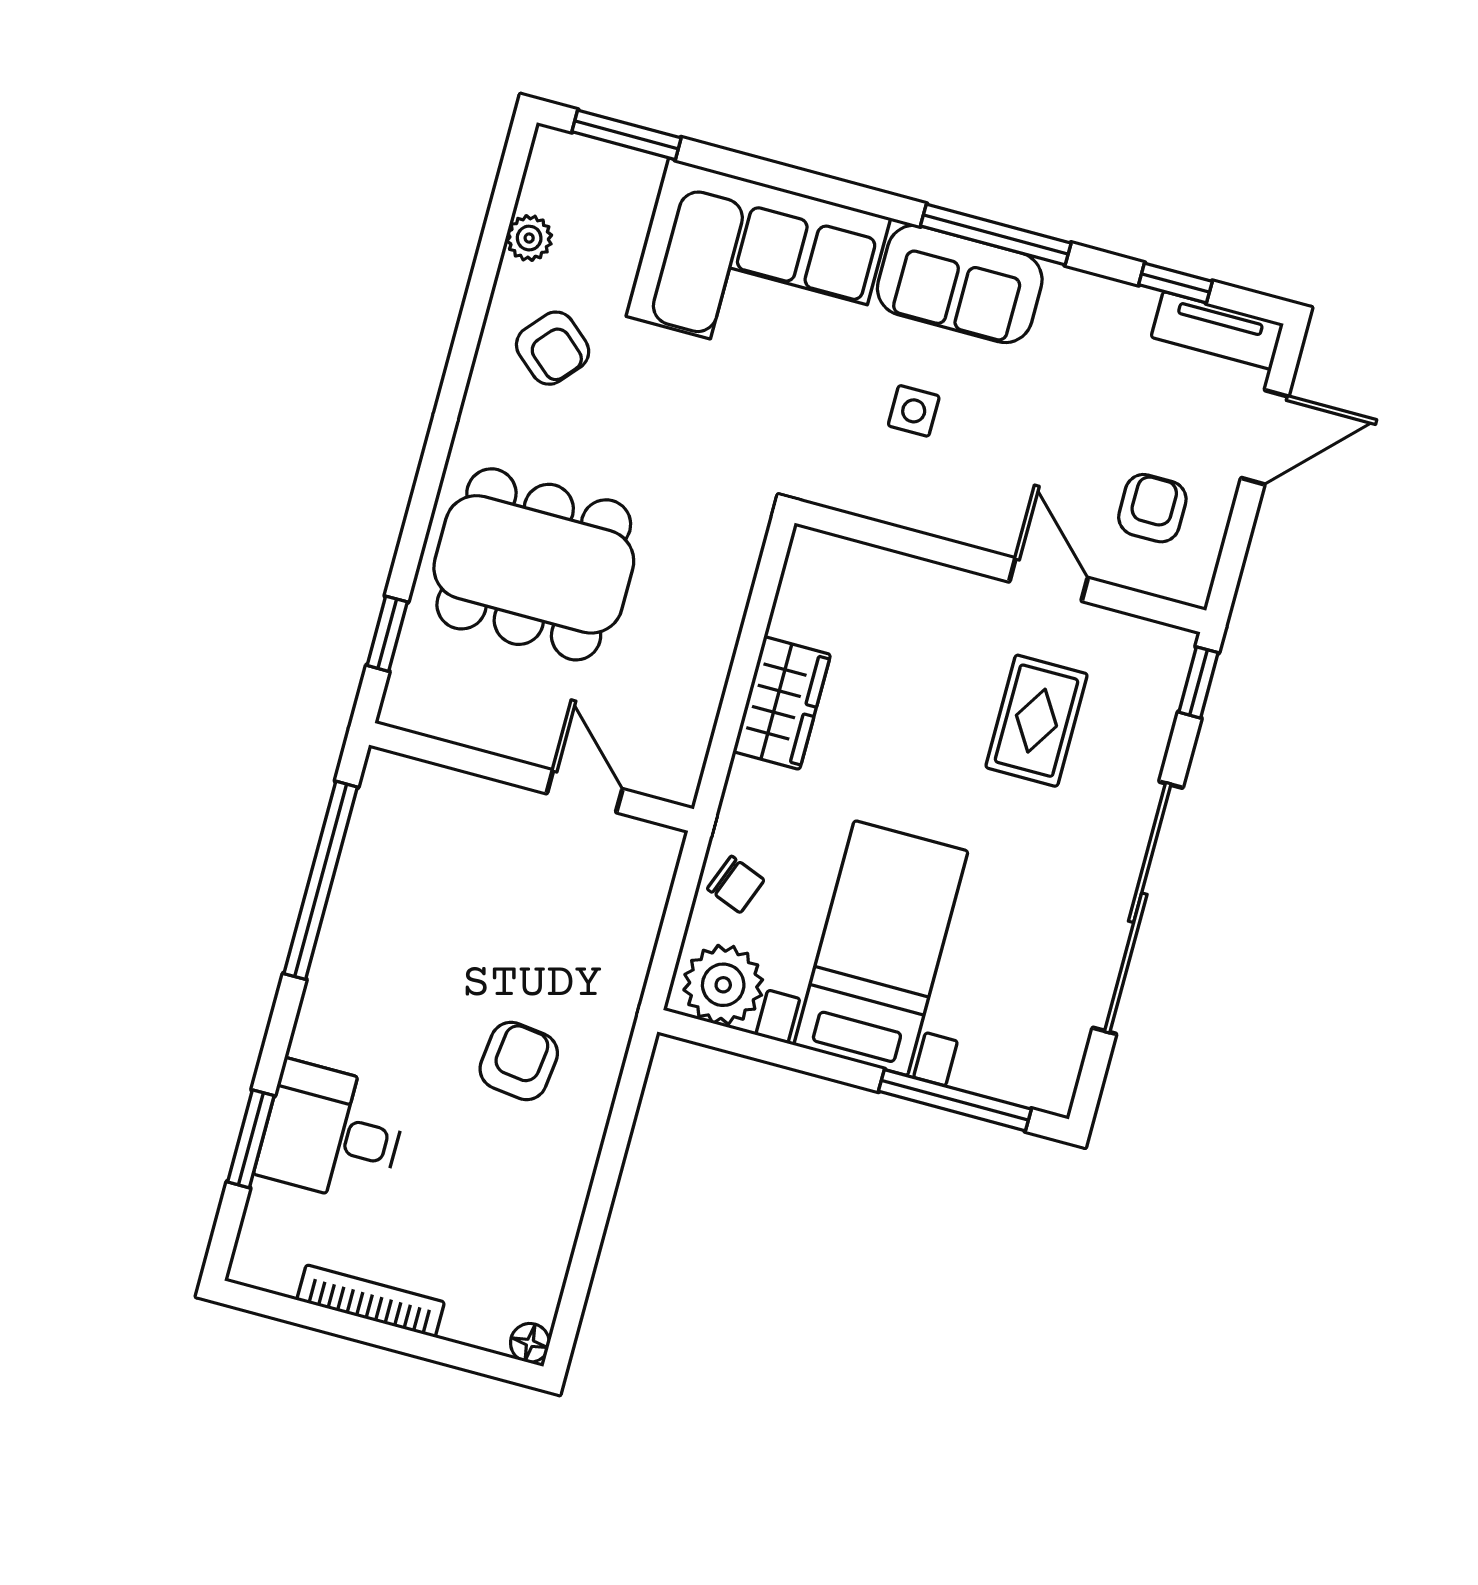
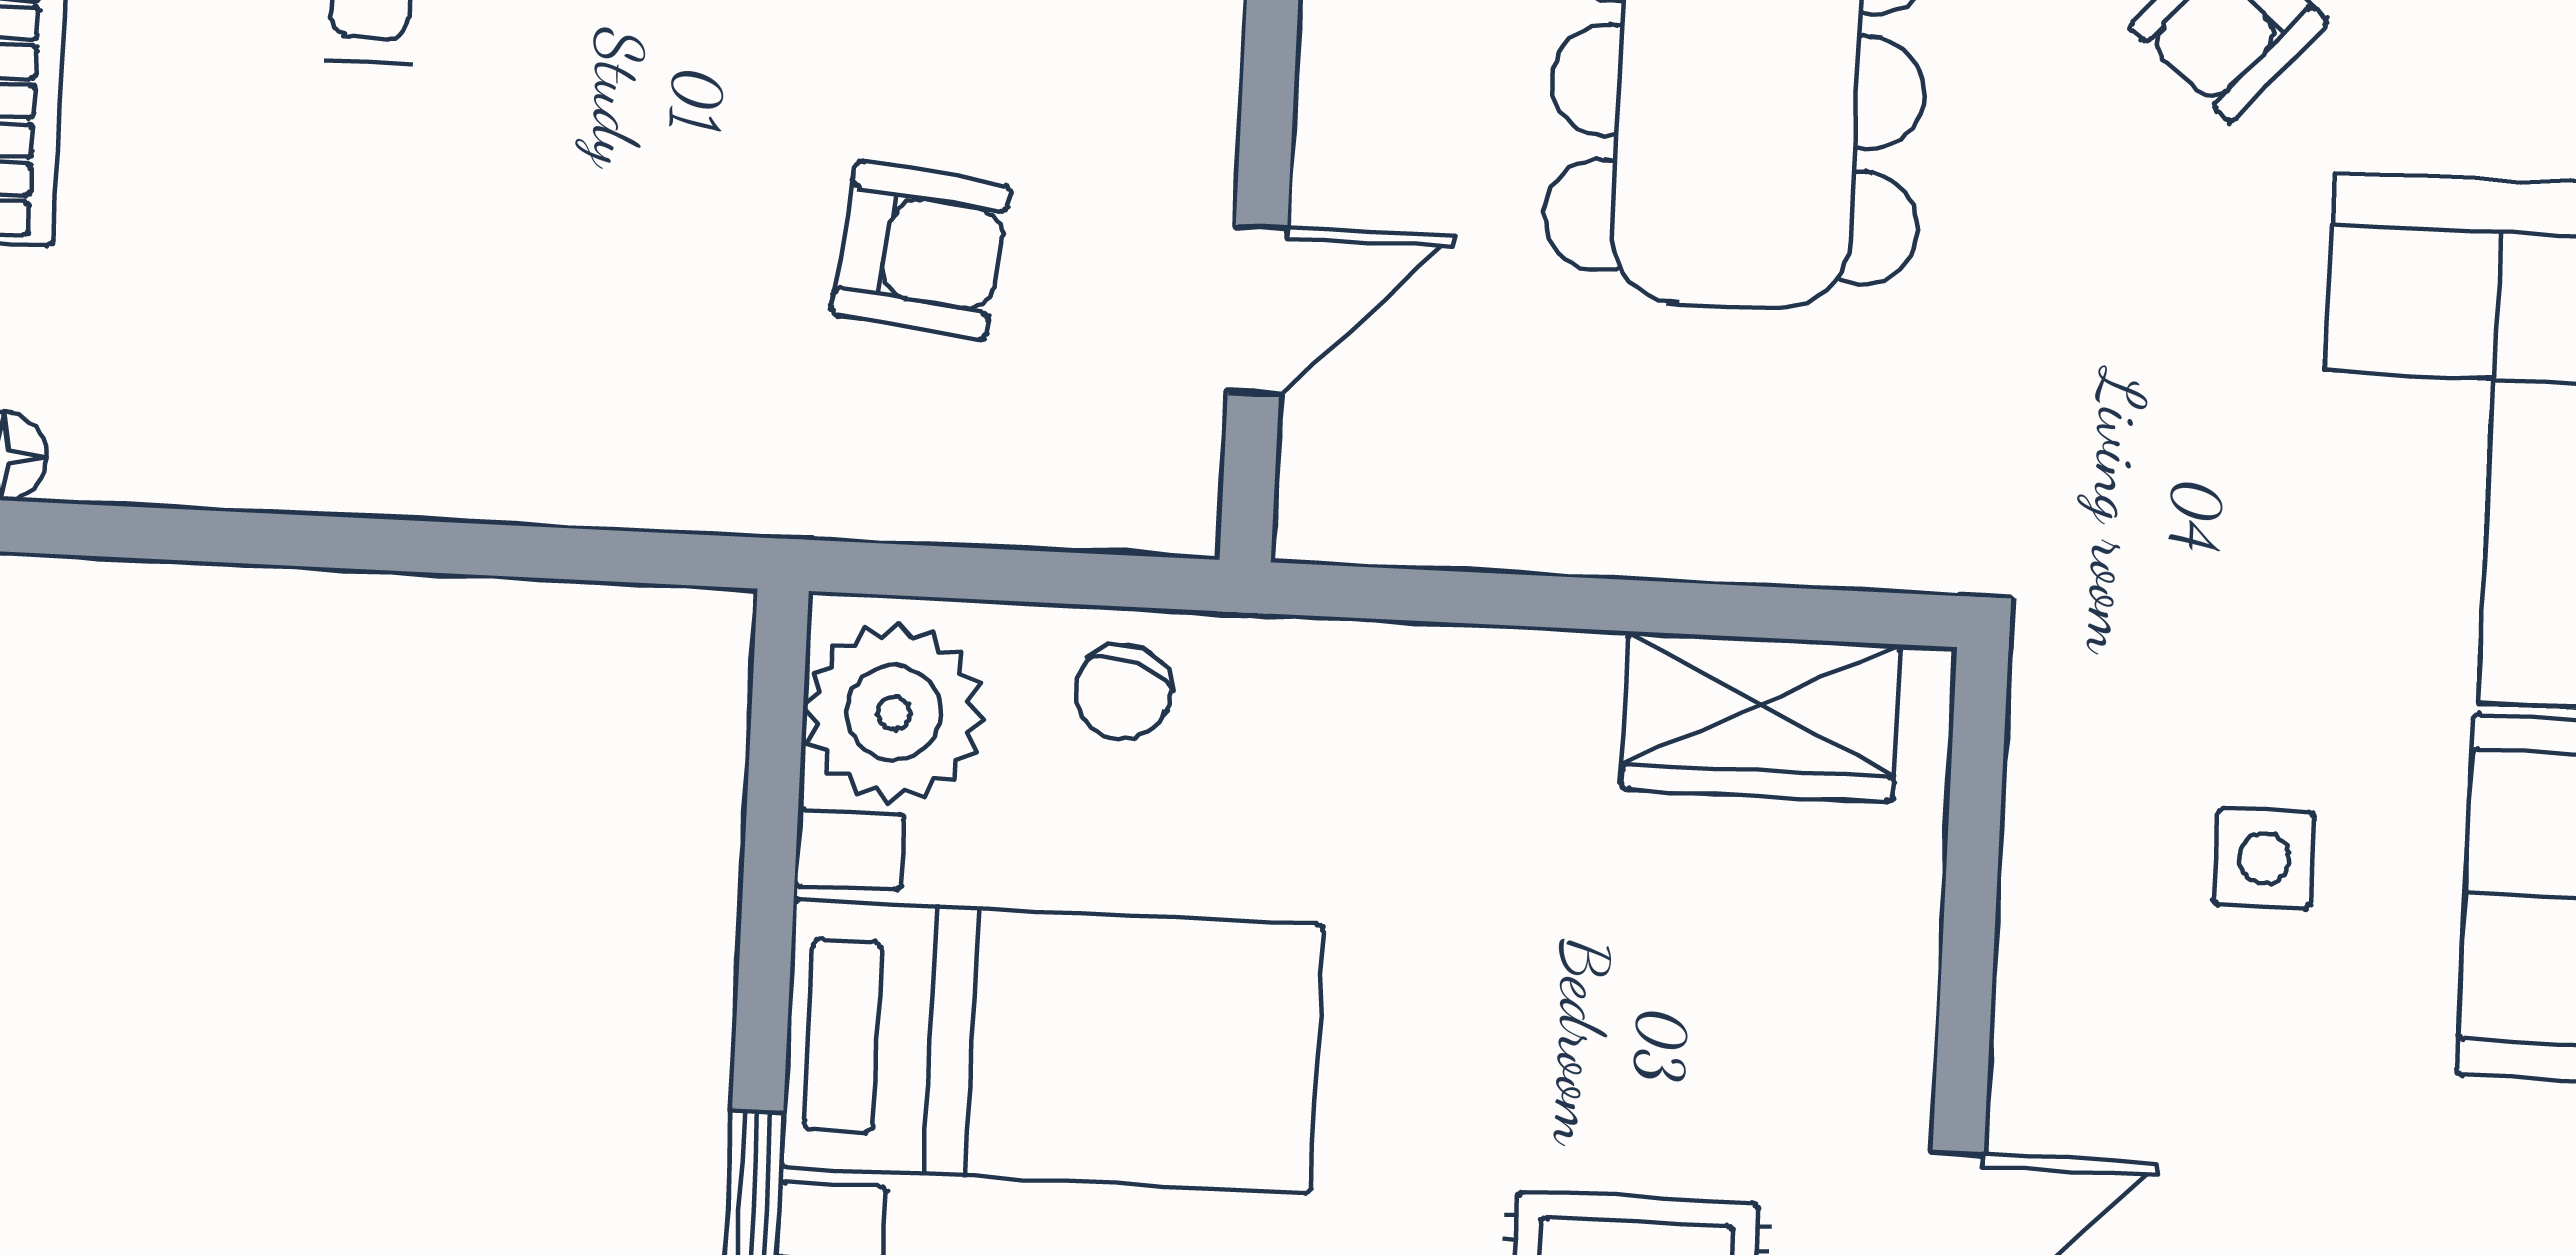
wardrobe: (782, 703) -> (1761, 717), moved
armchair: (519, 1061) -> (921, 250), moved

